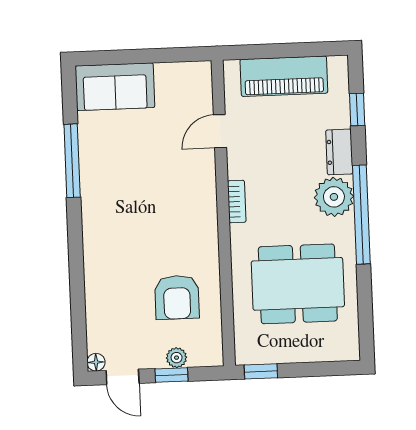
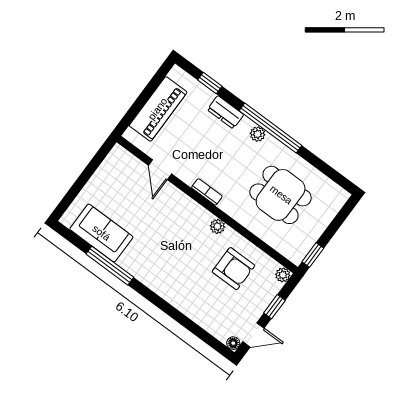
sofa: (115, 87) -> (101, 233), moved, turned -90
plant: (334, 197) -> (258, 134), width x0.53, depth x0.53
plant: (209, 243) -> (217, 226), added
dining table: (298, 284) -> (281, 195), width x0.73
plant: (177, 358) -> (283, 275), moved

